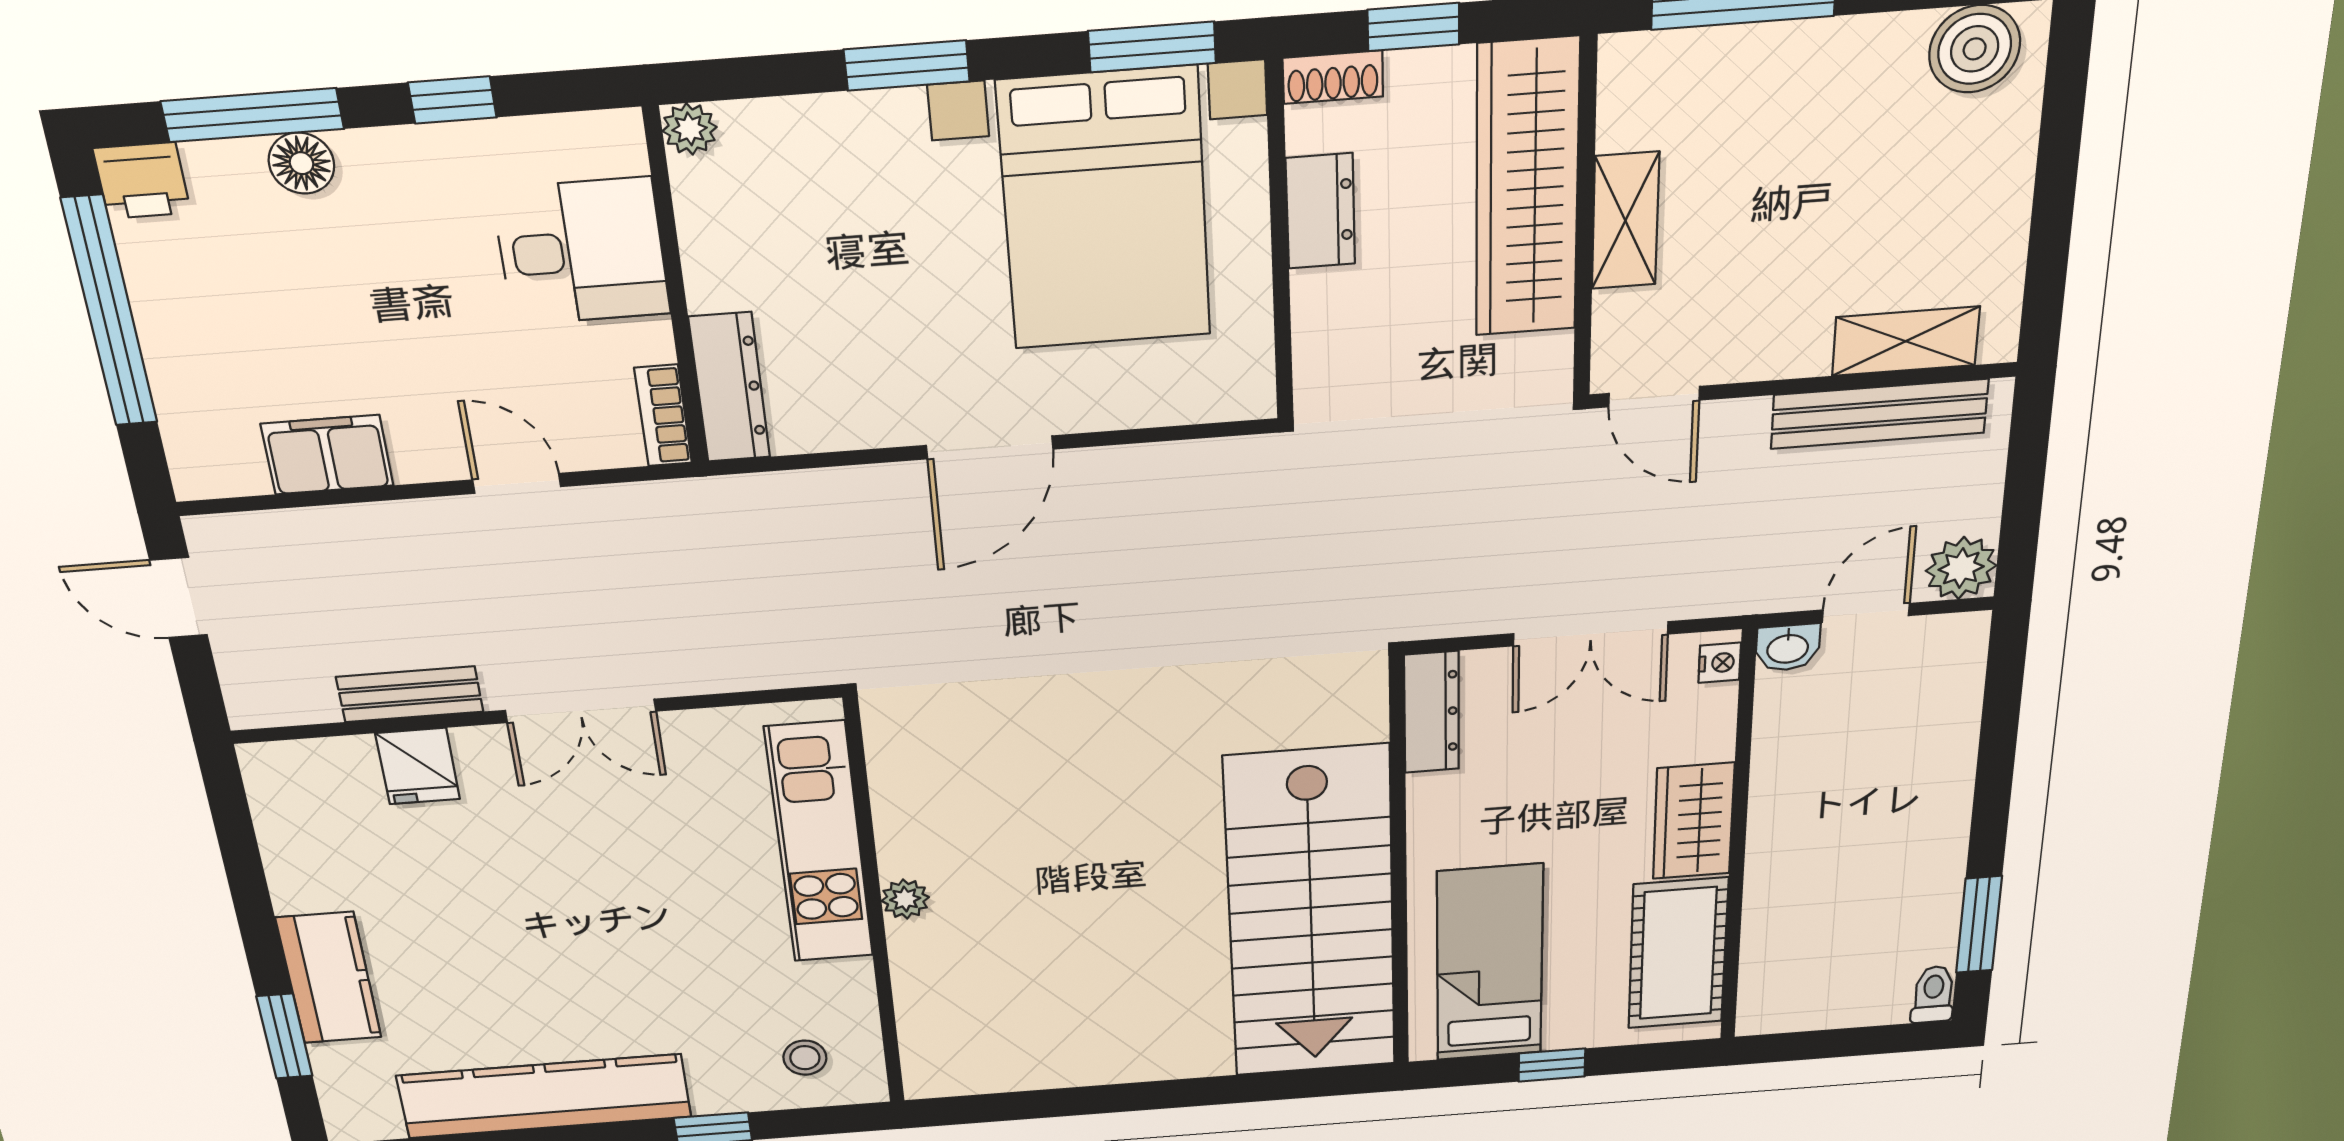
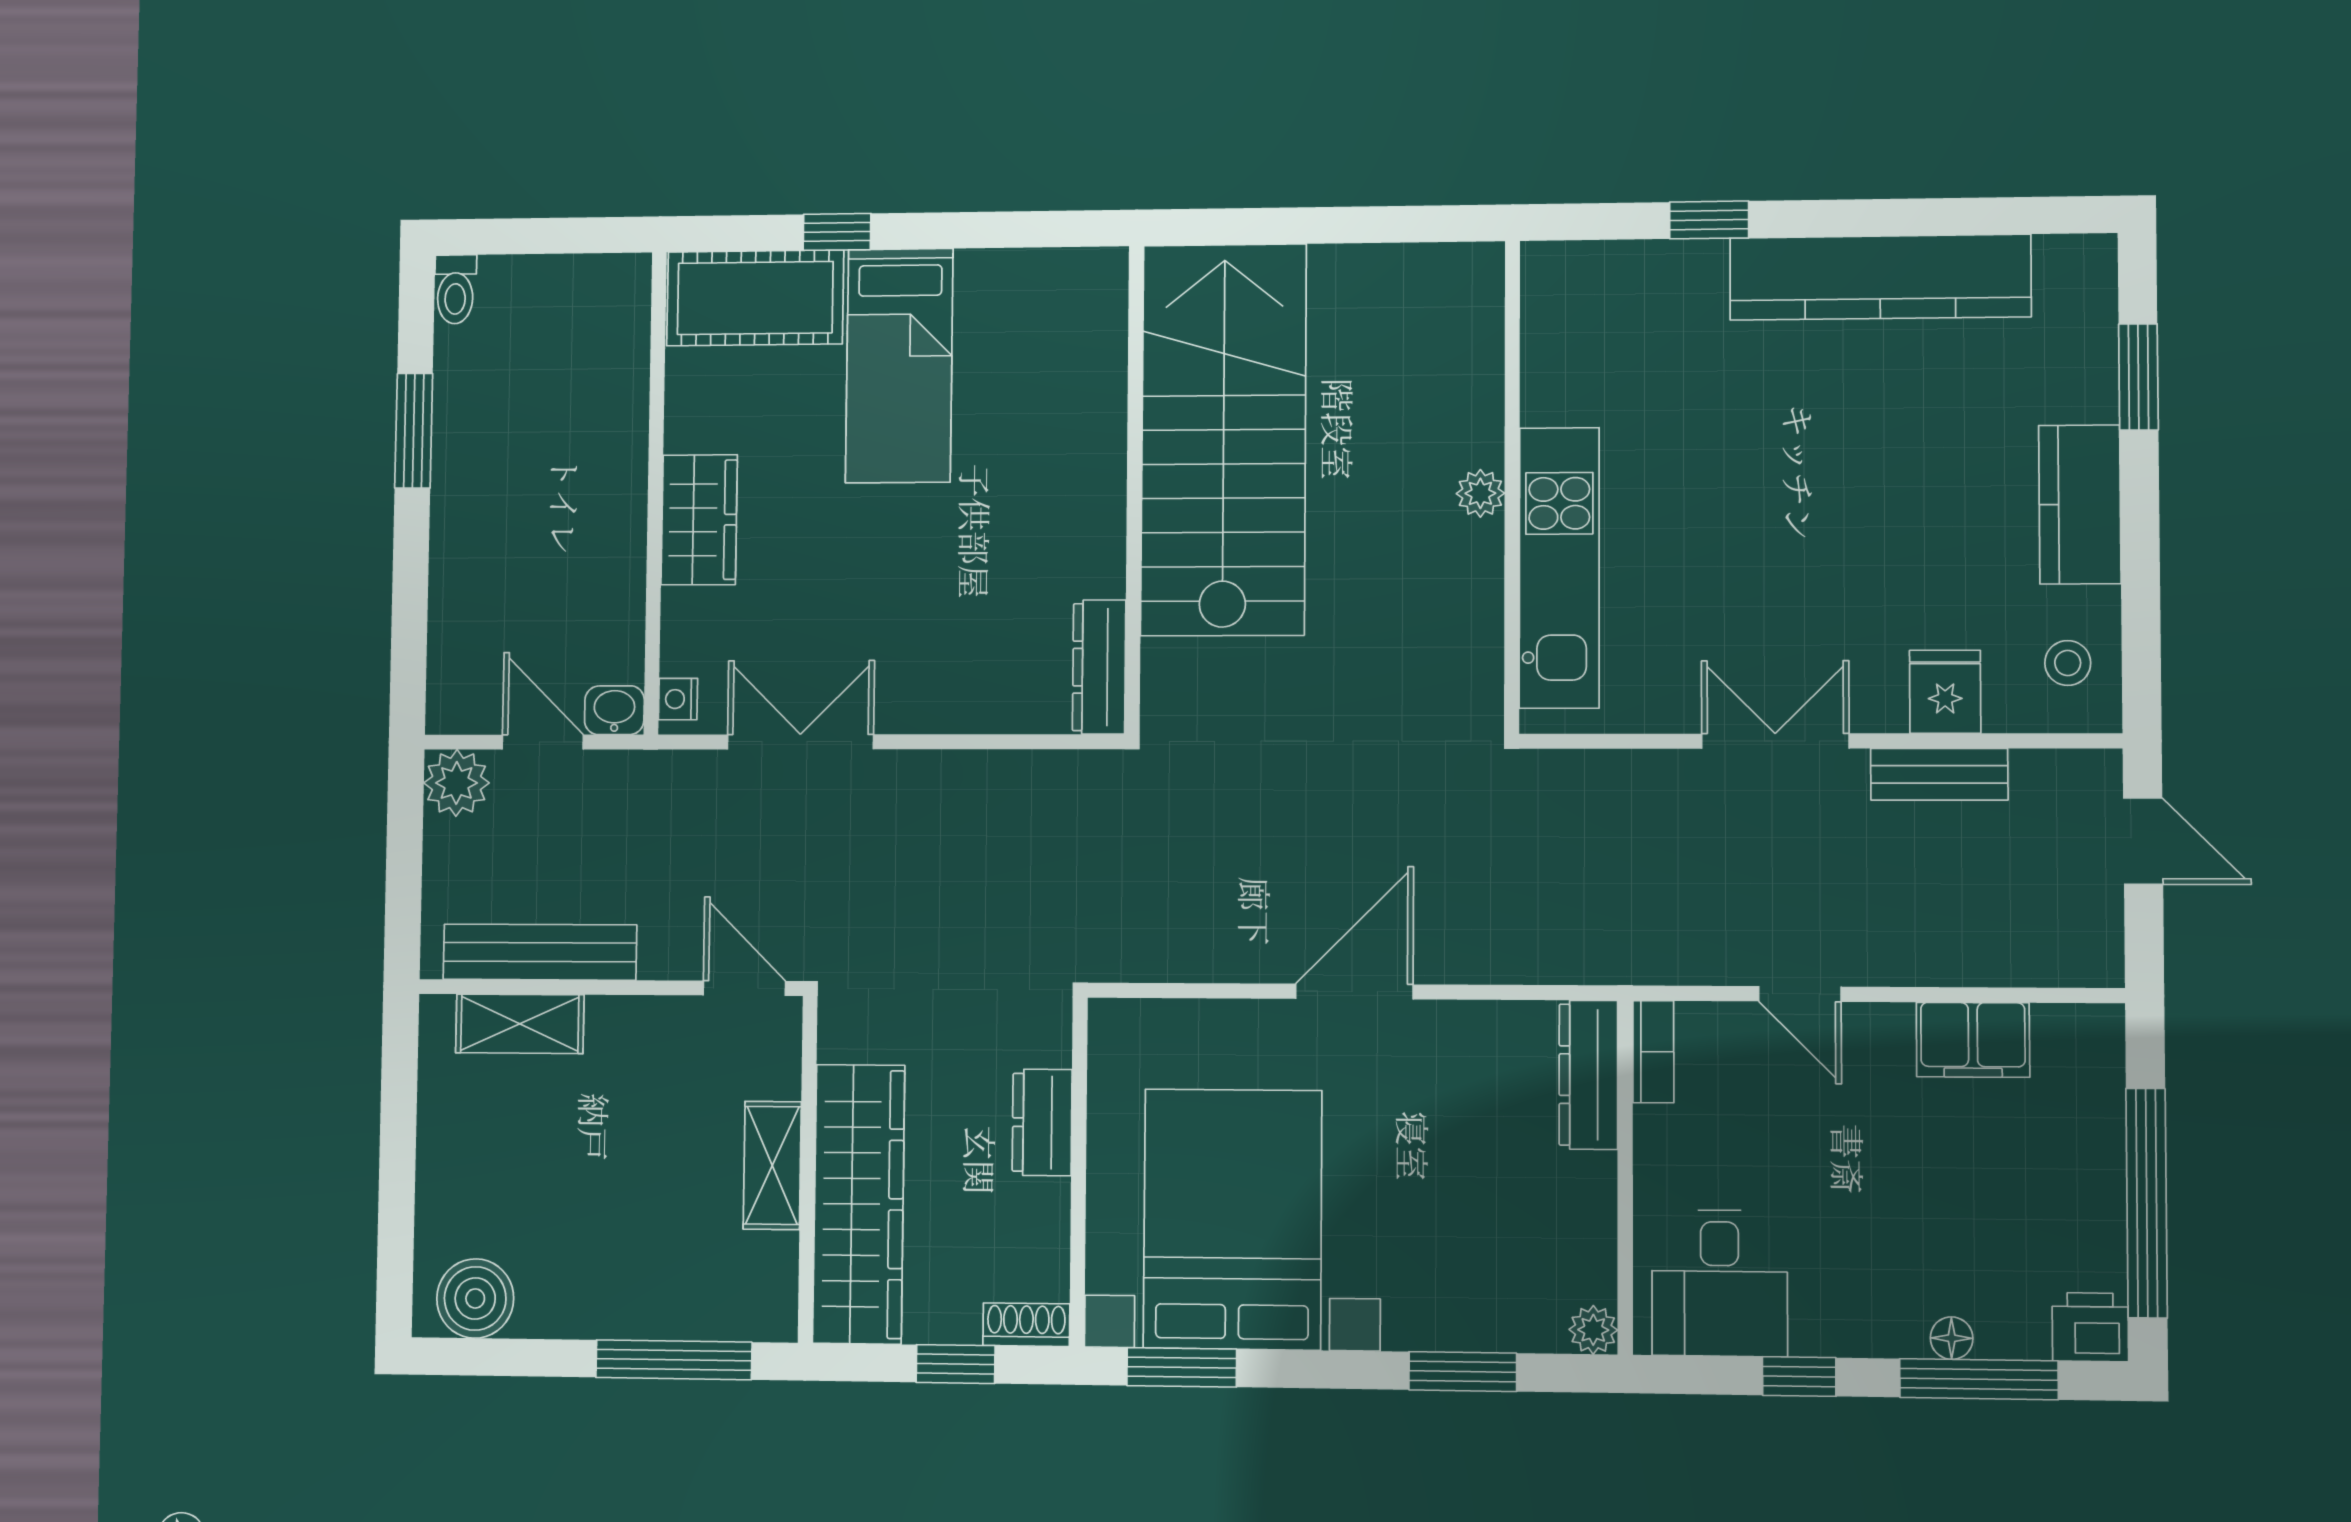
window: (907, 65) -> (1463, 1372), moved
floor lamp: (302, 163) -> (1952, 1338), width x0.73, depth x0.73
dresser: (1320, 211) -> (1042, 1122), moved
desk: (582, 251) -> (1720, 1283), moved, turned -90
door: (179, 598) -> (2143, 841), moved
door: (1866, 613) -> (543, 742), swing flipped
dresser: (1432, 712) -> (1099, 667), moved
wall: (1399, 867) -> (1134, 489), moved
stairs: (1311, 914) -> (1224, 439), moved
window: (1979, 925) -> (414, 431), moved
cot: (1678, 953) -> (755, 298), moved, turned 90
kitchen counter: (329, 978) -> (2080, 504), moved
stool: (805, 1058) -> (2068, 663), moved

